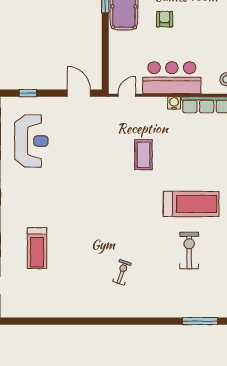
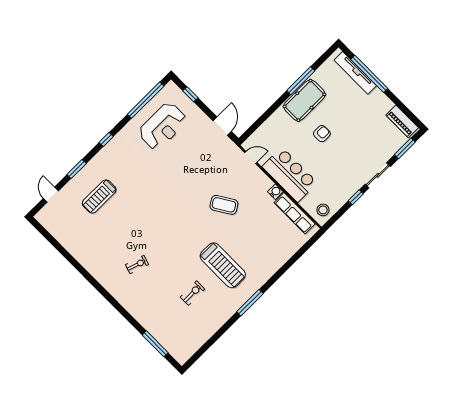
coffee table: (143, 155) -> (224, 205), turned 58
exercise bike: (189, 250) -> (193, 293), width x0.73, depth x0.72

